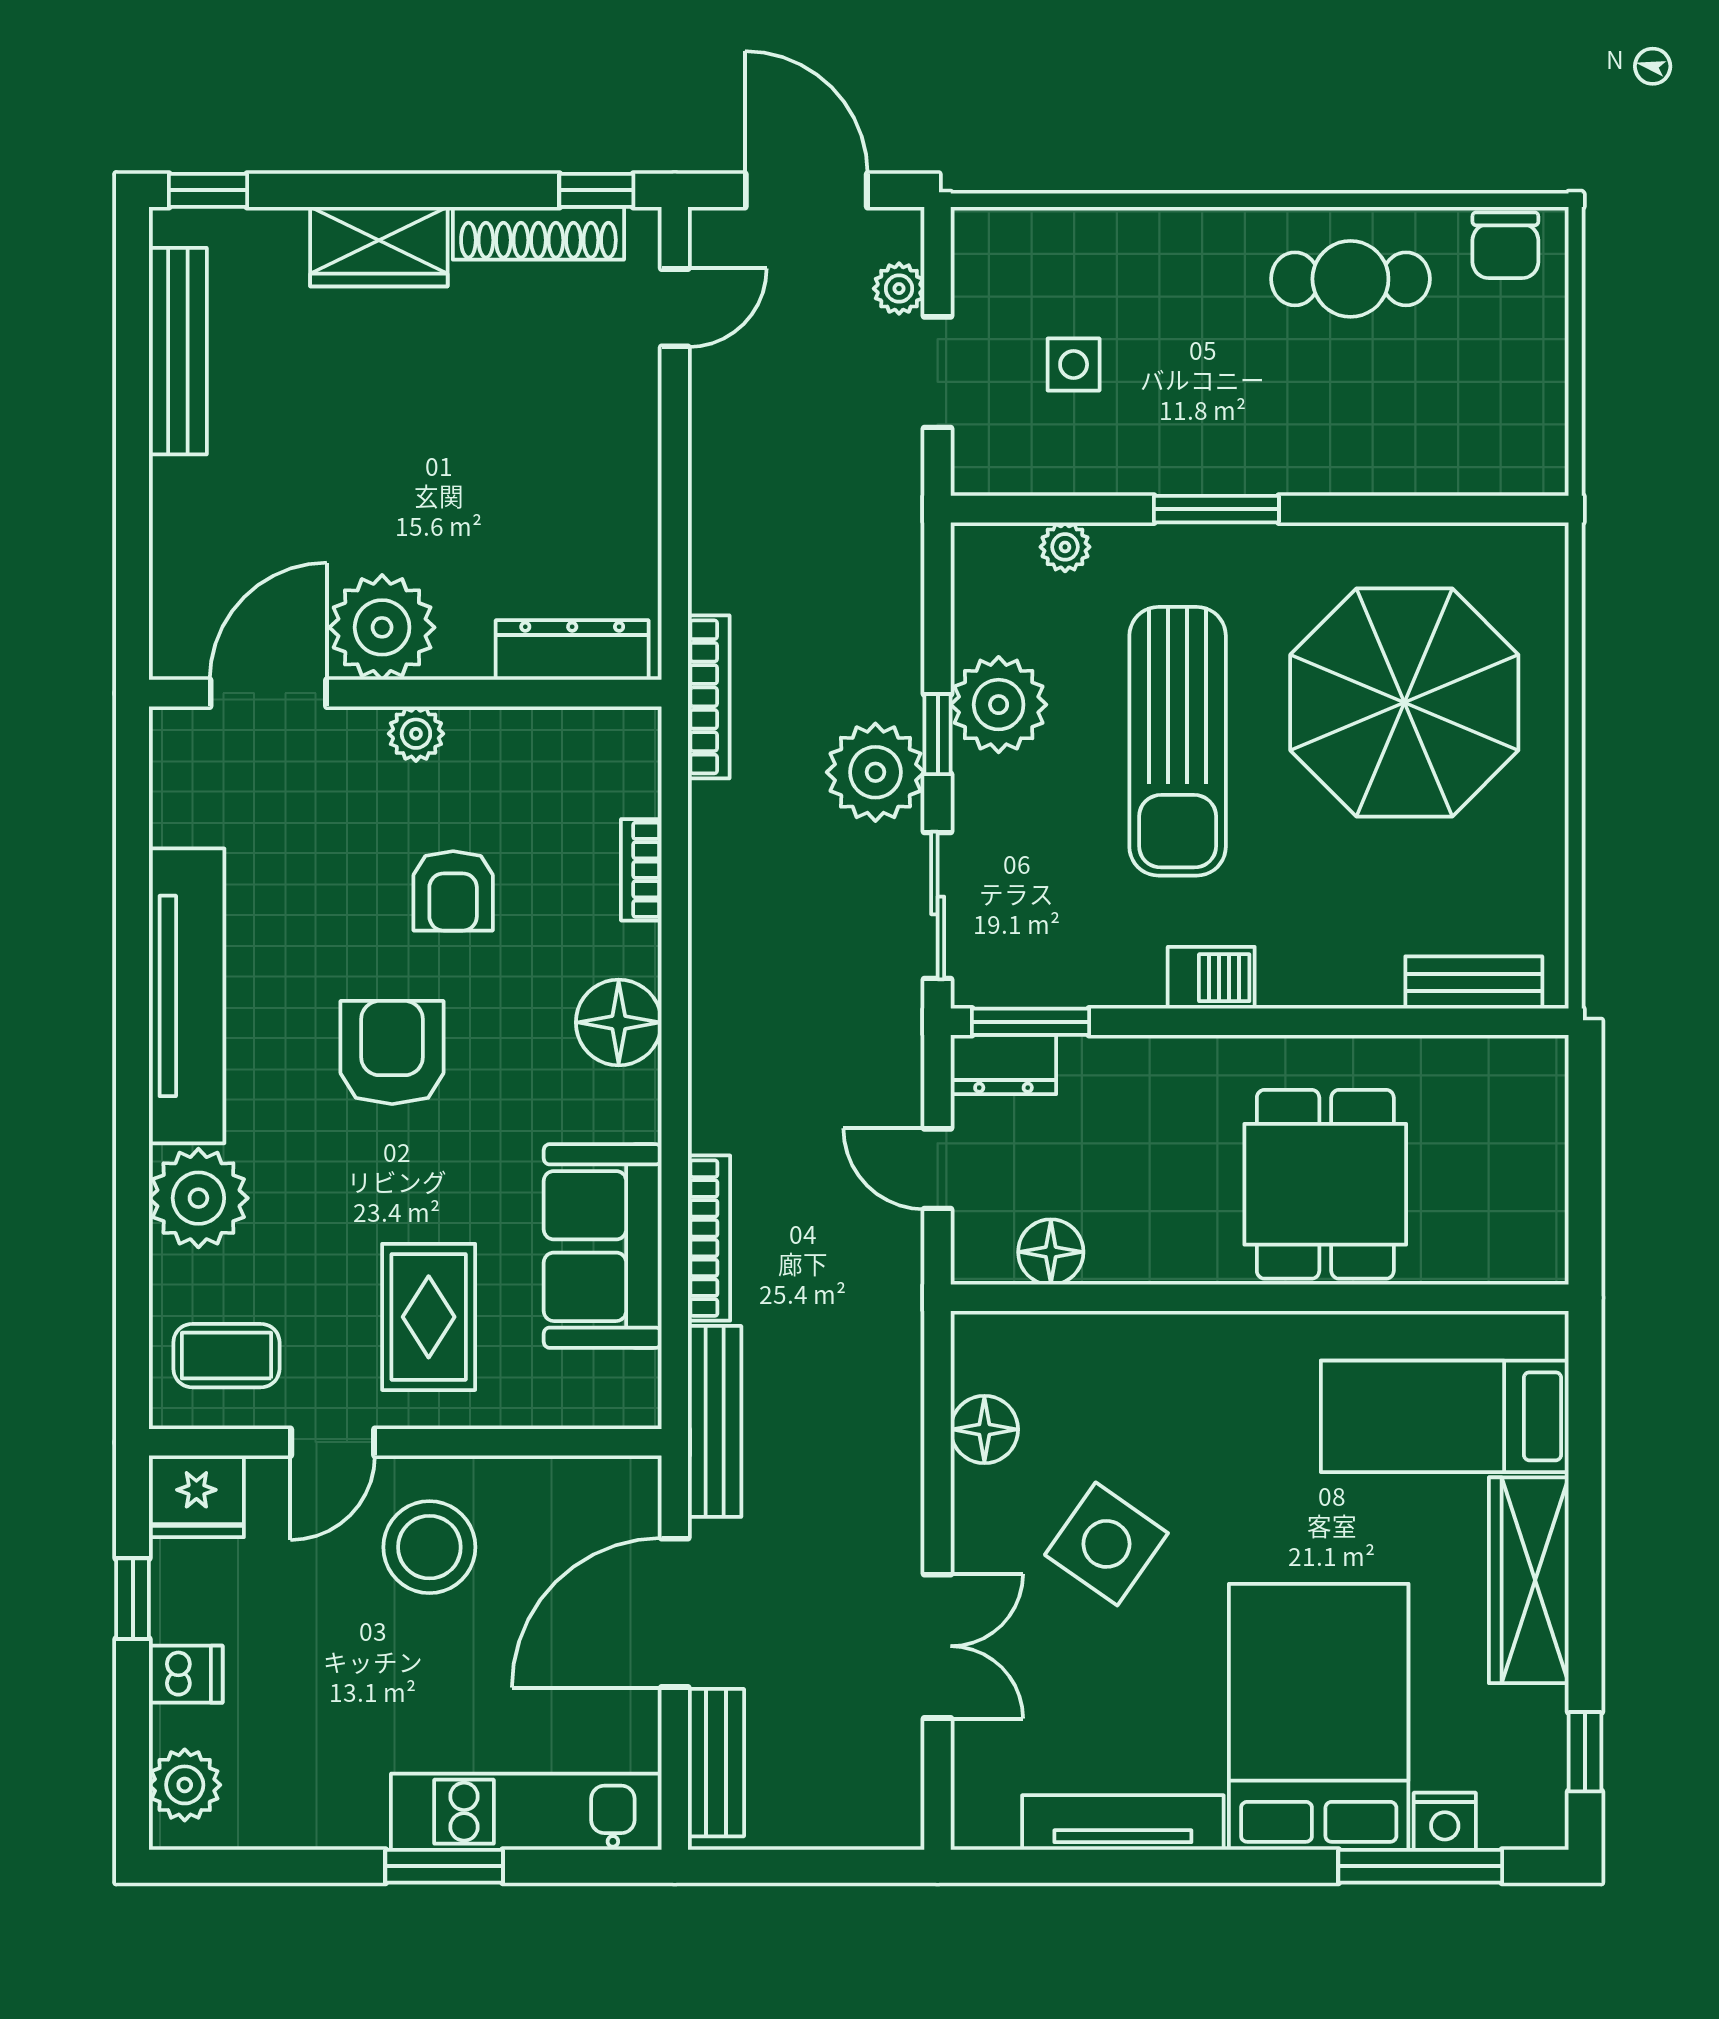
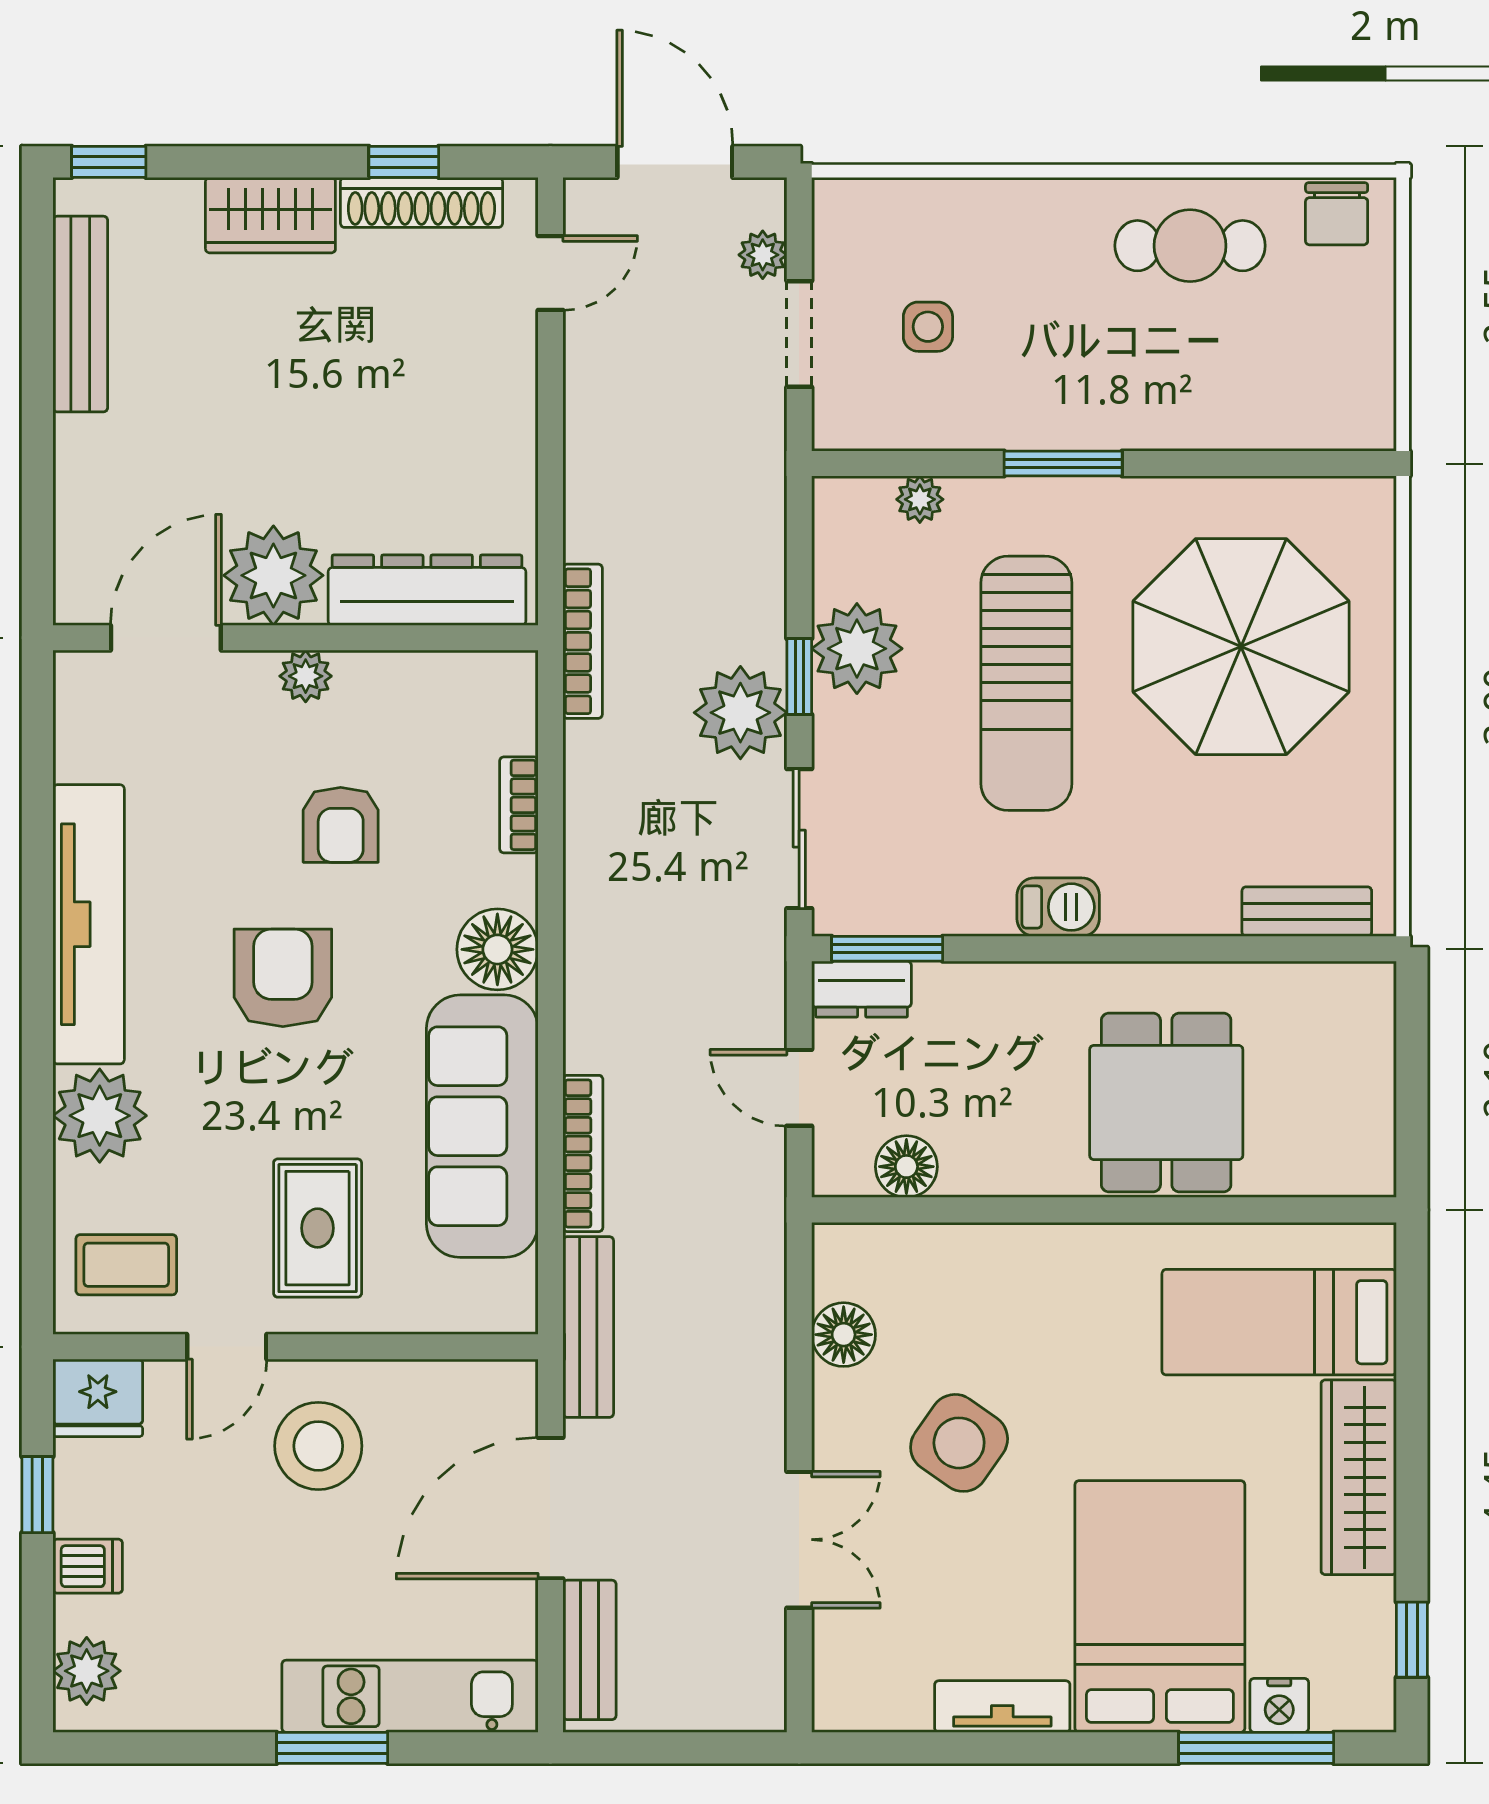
window: (596, 190) -> (404, 162), moved
dresser: (572, 650) -> (427, 590), width x1.37, depth x1.24
sofa: (603, 1246) -> (482, 1126), width x1.36
tv unit: (1123, 1822) -> (1002, 1707), width x0.71

